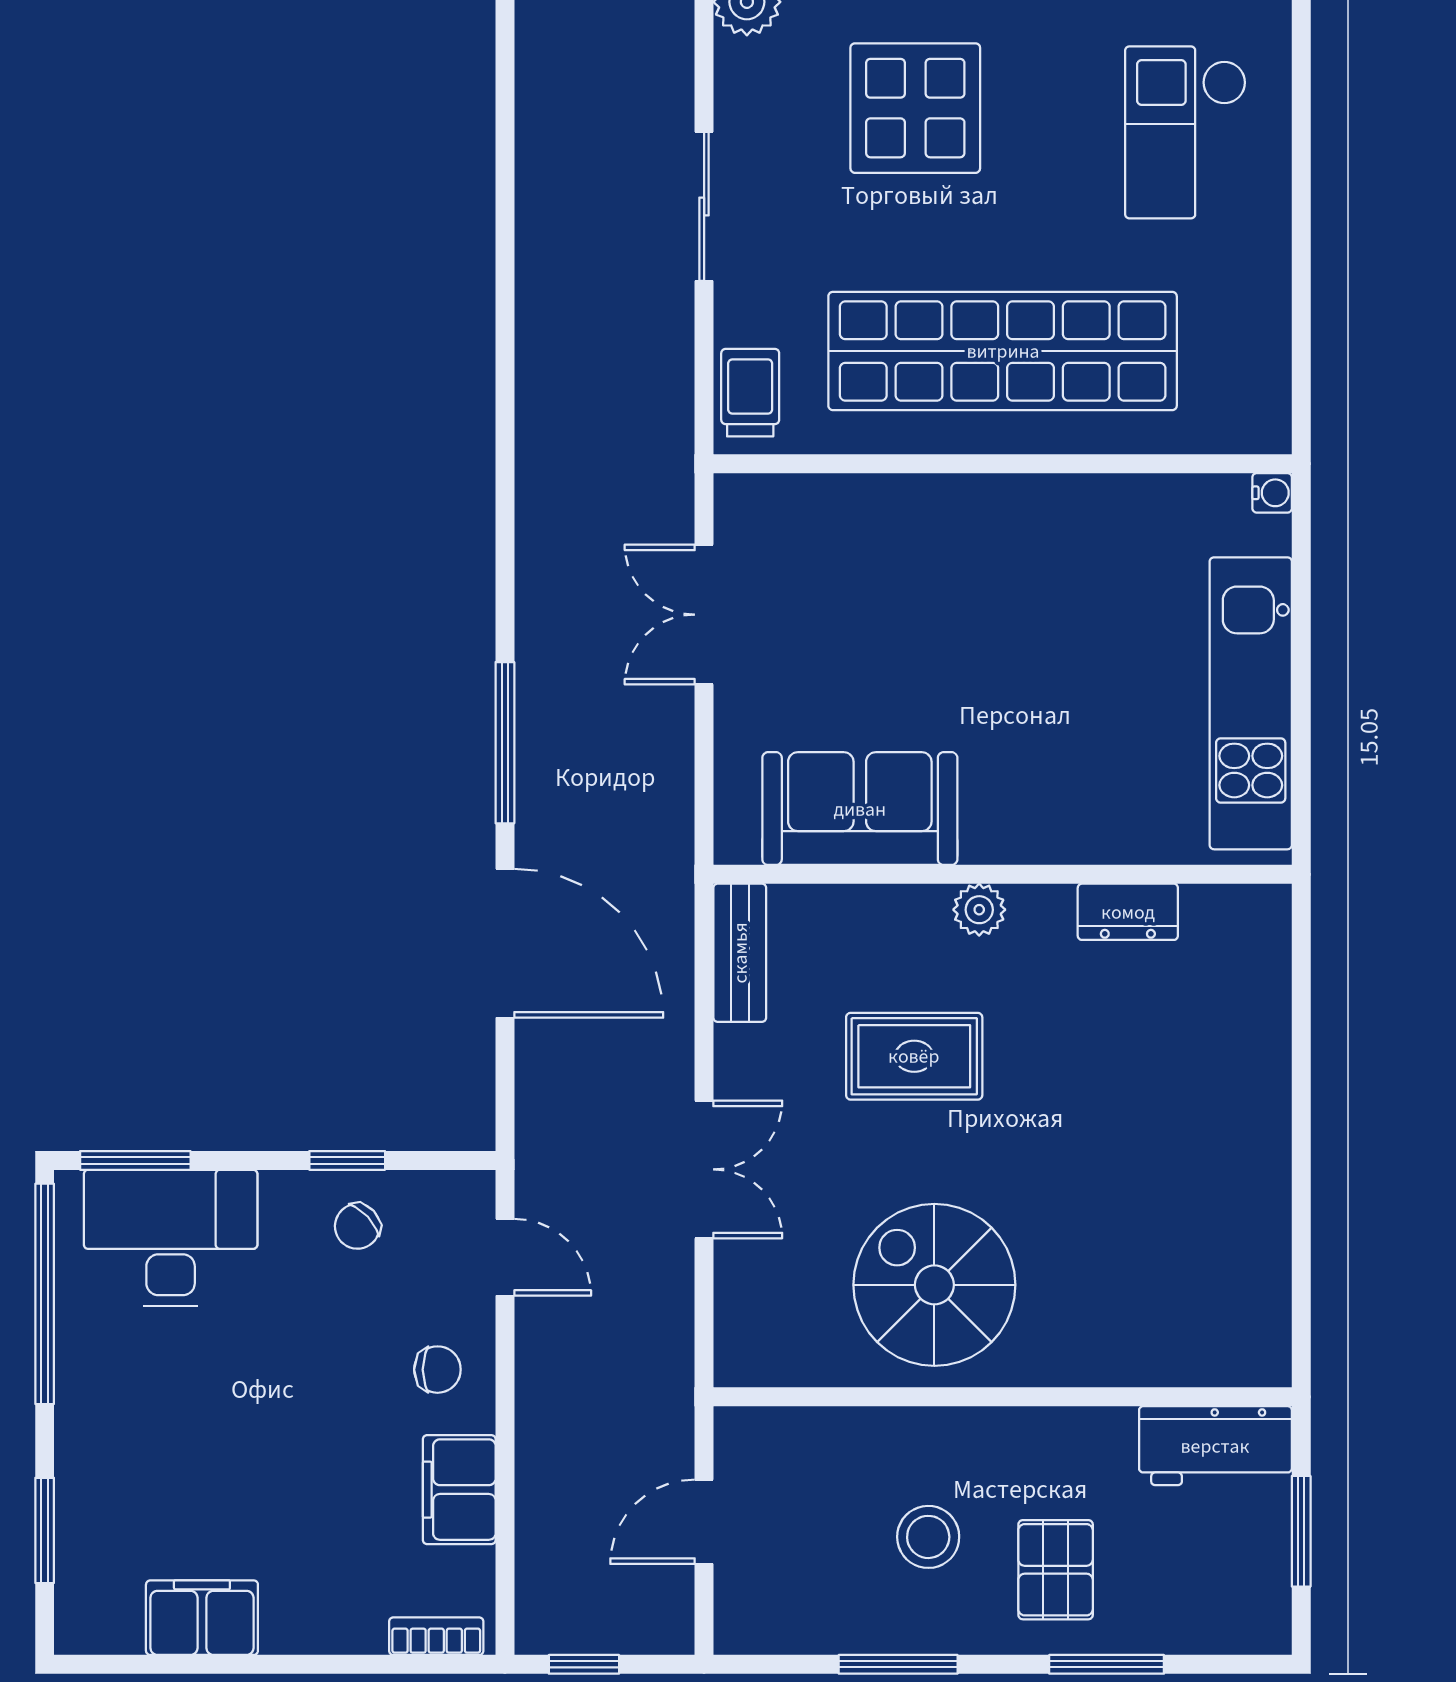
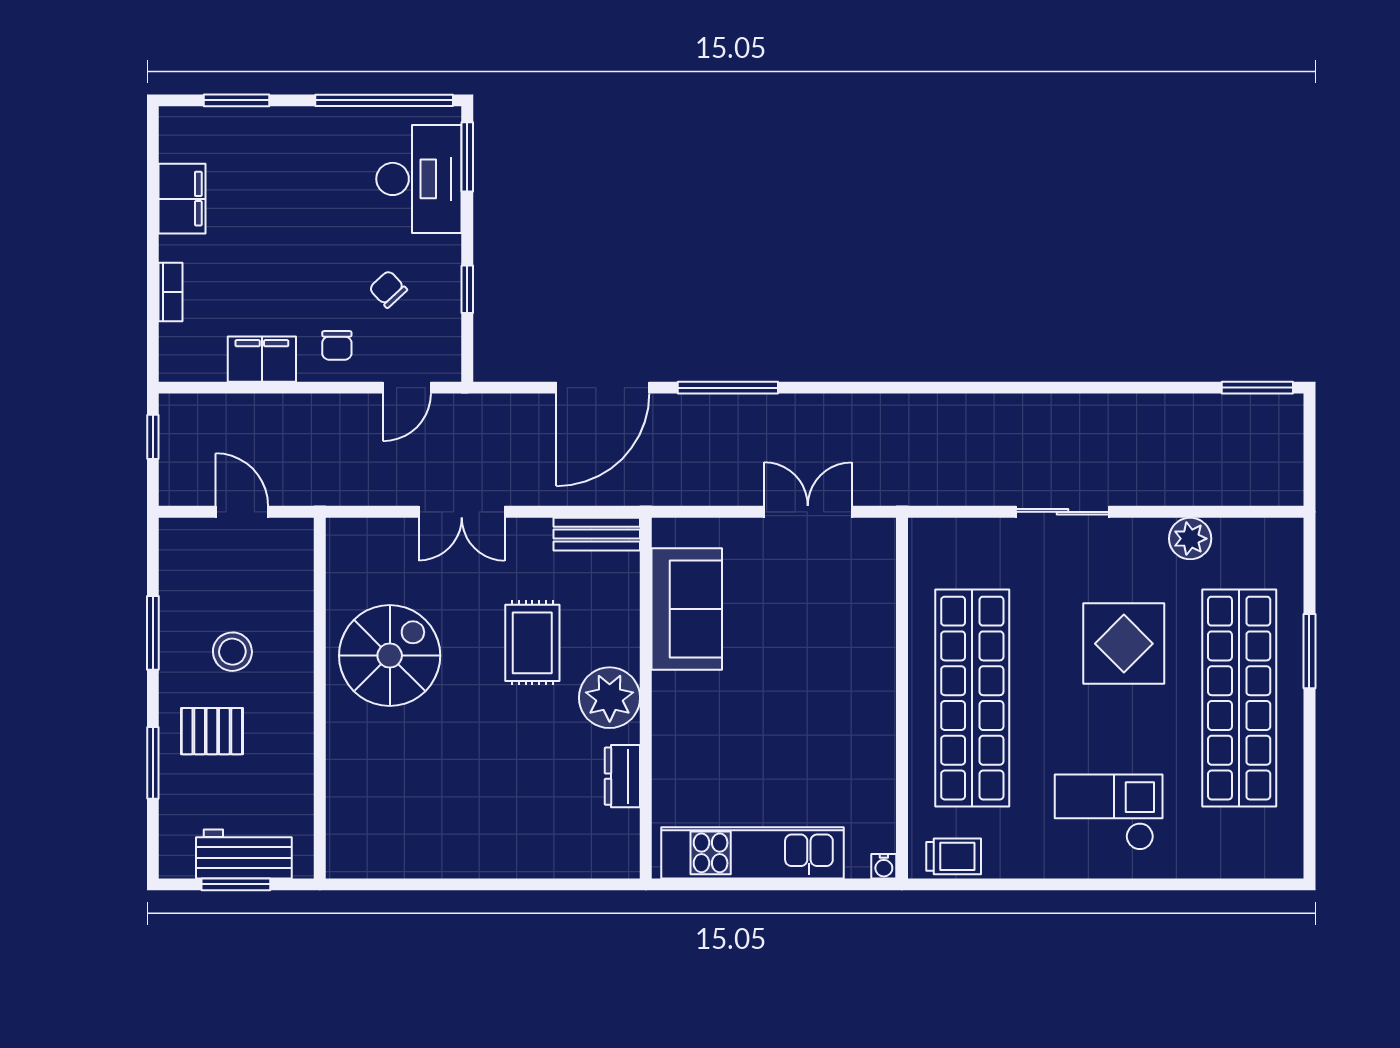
trolley: (750, 393) -> (954, 856), moved
plant: (979, 910) -> (610, 698), width x1.87, depth x1.87
chair: (357, 1226) -> (388, 289), moved
workbench: (1215, 1446) -> (244, 854), moved, turned 90
bookcase: (436, 1636) -> (171, 292), moved

